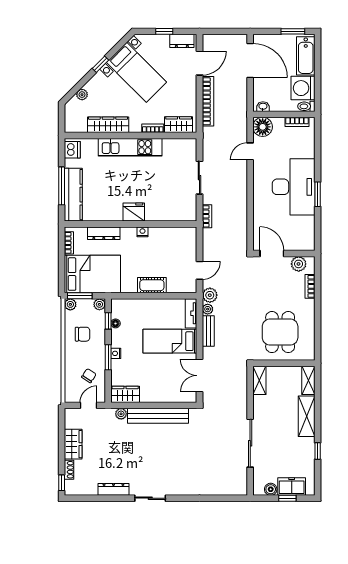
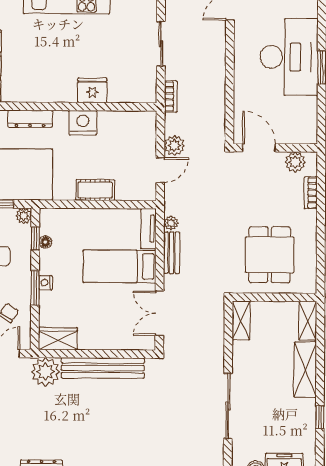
fridge: (134, 212) -> (92, 90), moved
nightstand: (142, 232) -> (83, 123), width x1.89, depth x1.79
plant: (210, 295) -> (174, 145), moved
plant: (121, 414) -> (46, 372), width x1.87, depth x1.87

